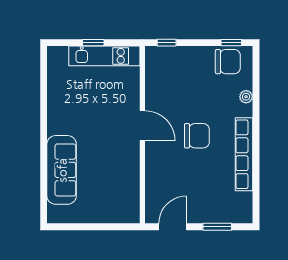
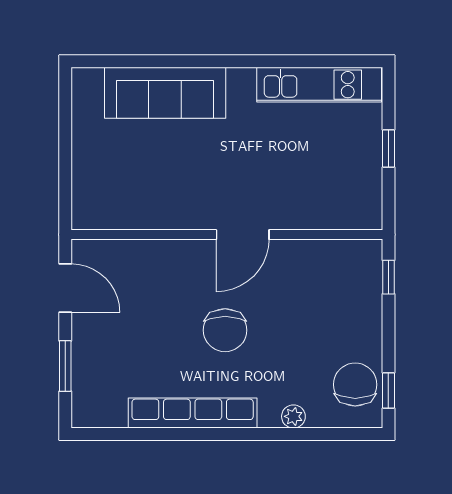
kitchen unit: (104, 56) -> (319, 85), moved, turned -90
chair: (228, 62) -> (355, 385), turned 180

